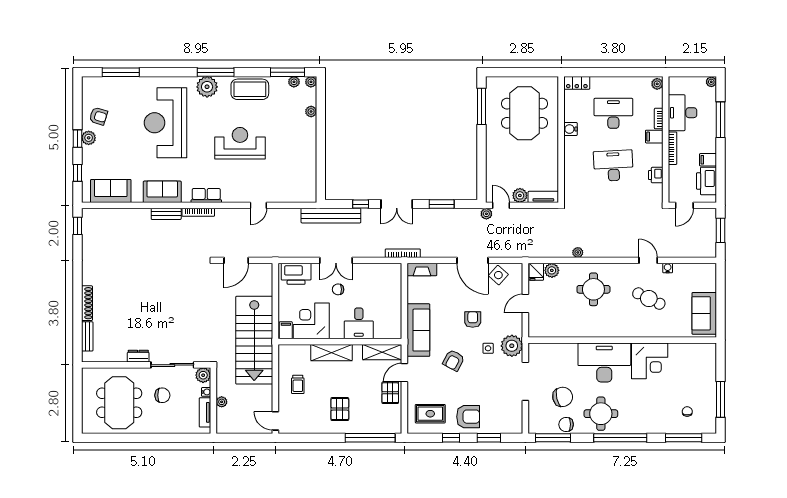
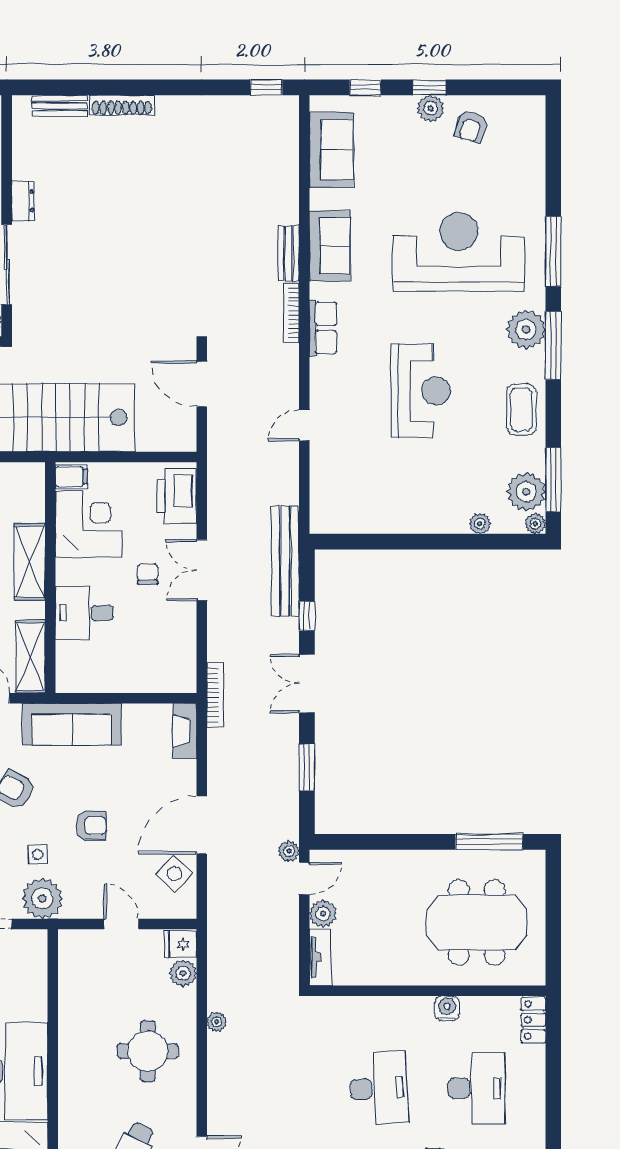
window: (121, 72) -> (553, 251), moved
plant: (294, 82) -> (526, 492), width x1.88, depth x1.88
coffee table: (250, 89) -> (521, 409), width x0.73, depth x0.76
door: (258, 205) -> (304, 425), hinge flipped

